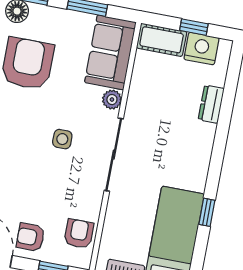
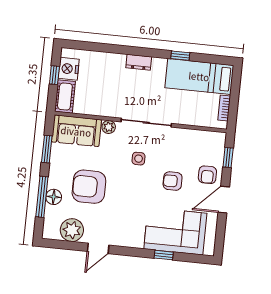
dresser: (211, 104) -> (139, 62), moved
armchair: (79, 234) -> (173, 181), moved

